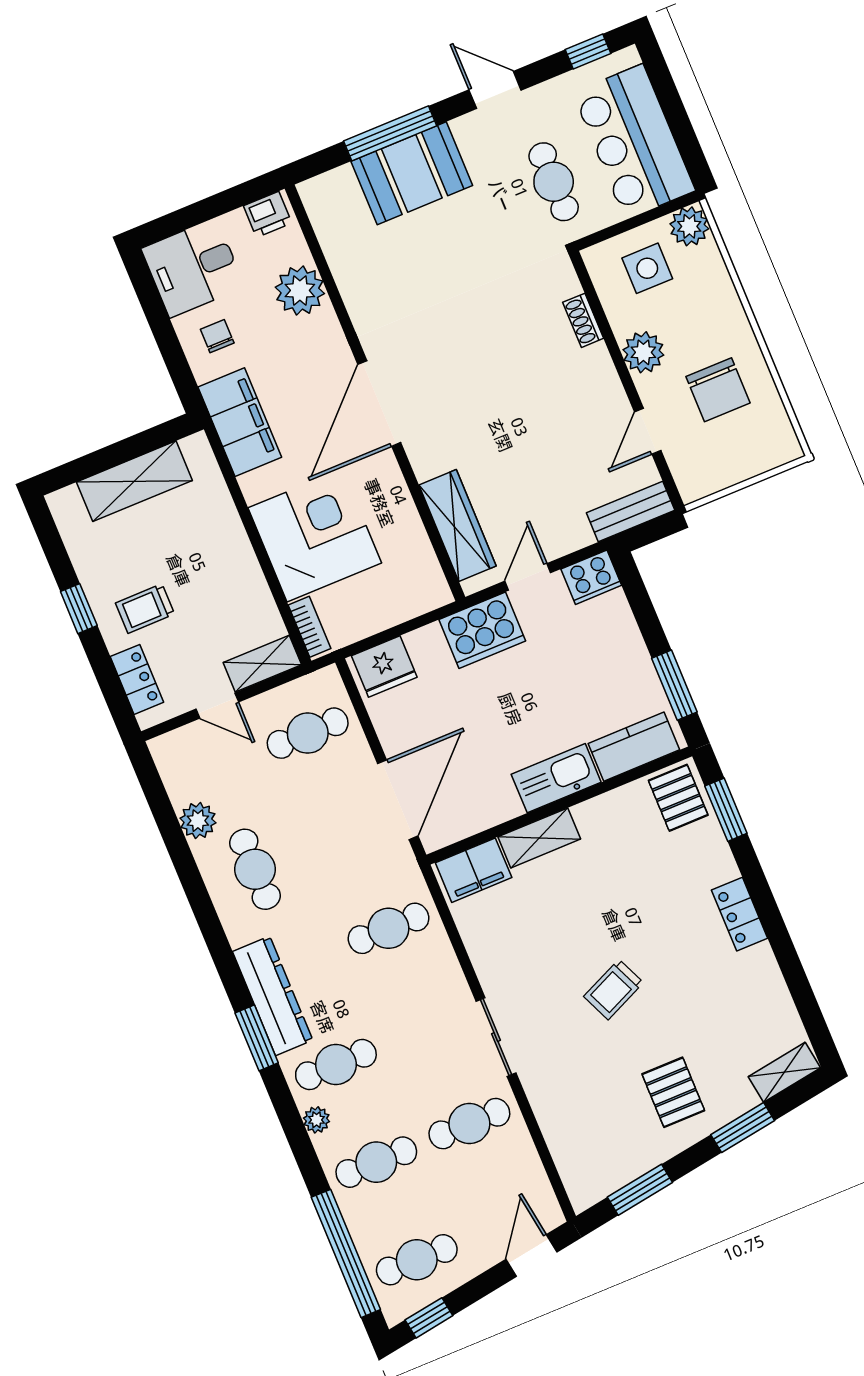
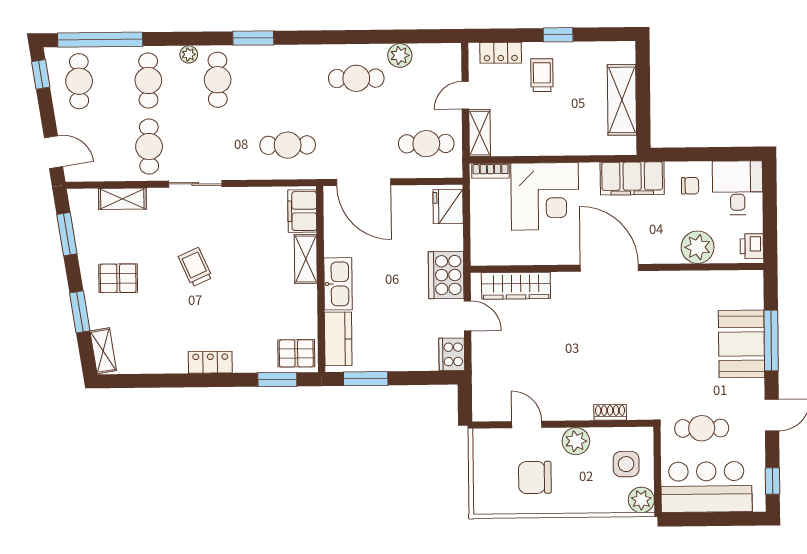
bench: (631, 511) -> (482, 394), removed
cafe table: (308, 733) -> (426, 144), turned 90
cafe table: (389, 928) -> (288, 145), turned 90
dresser: (273, 996) -> (275, 58), removed
shelving: (559, 1132) -> (122, 199), added

